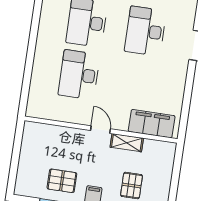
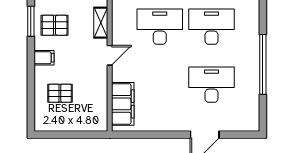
shelving: (127, 143) -> (101, 23), moved
pallet: (62, 181) -> (55, 25), turned 90

